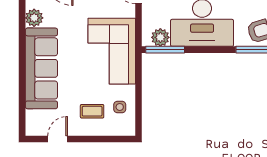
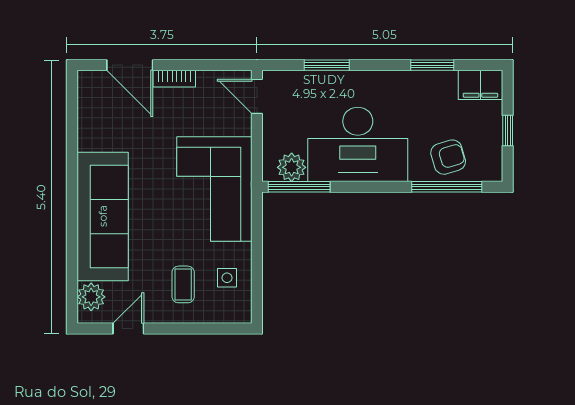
plant: (34, 18) -> (91, 297), moved
coffee table: (92, 111) -> (183, 284), turned 90

